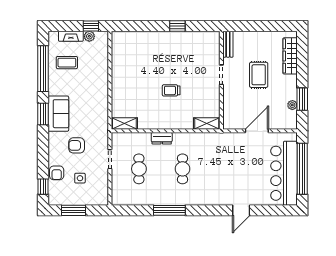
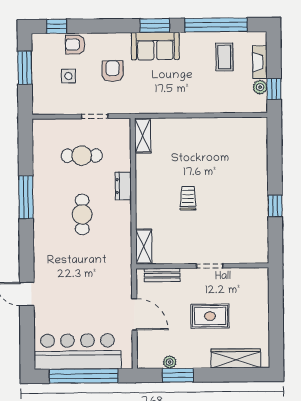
bench: (228, 44) -> (162, 275), moved
cafe table: (183, 169) -> (82, 214), turned 90

